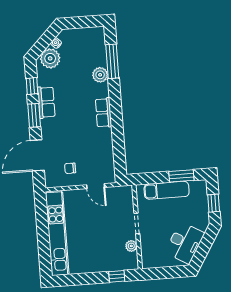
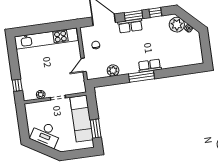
window: (112, 61) -> (142, 76), moved
plant: (100, 75) -> (113, 70), moved
row of seats: (46, 102) -> (130, 26), moved
row of seats: (104, 113) -> (150, 66), moved
exam couch: (167, 190) -> (81, 119), width x1.36, depth x1.45
window: (214, 203) -> (77, 154), removed

